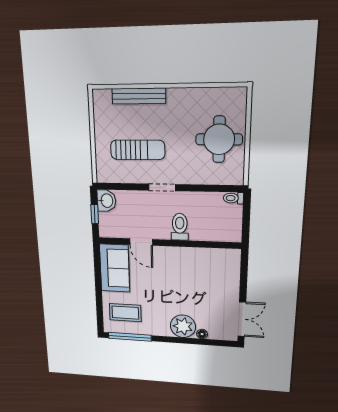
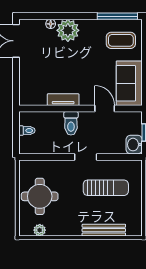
plant: (220, 95) -> (40, 230), added
sun lounger: (138, 150) -> (106, 188), turned 180
toilet: (233, 198) -> (27, 131), moved
tv unit: (189, 254) -> (63, 100), added

